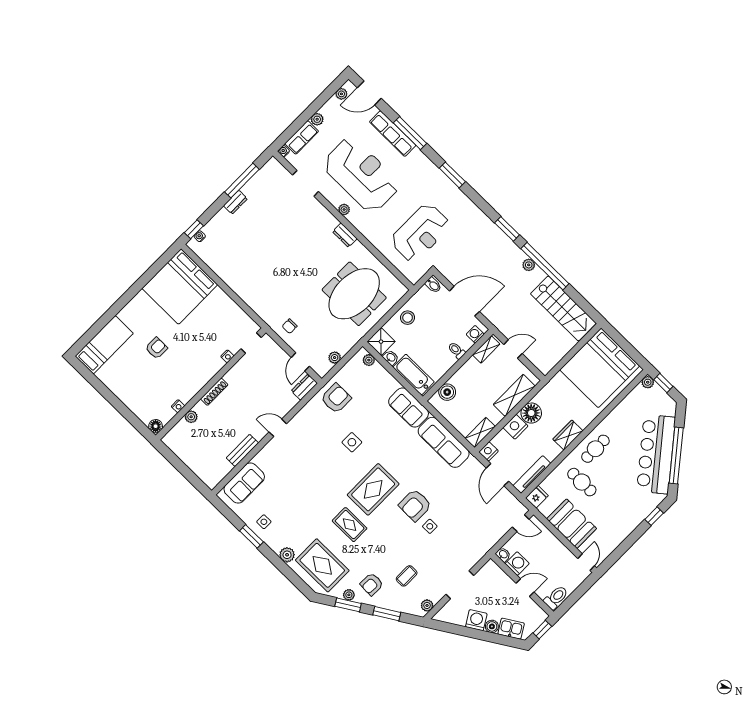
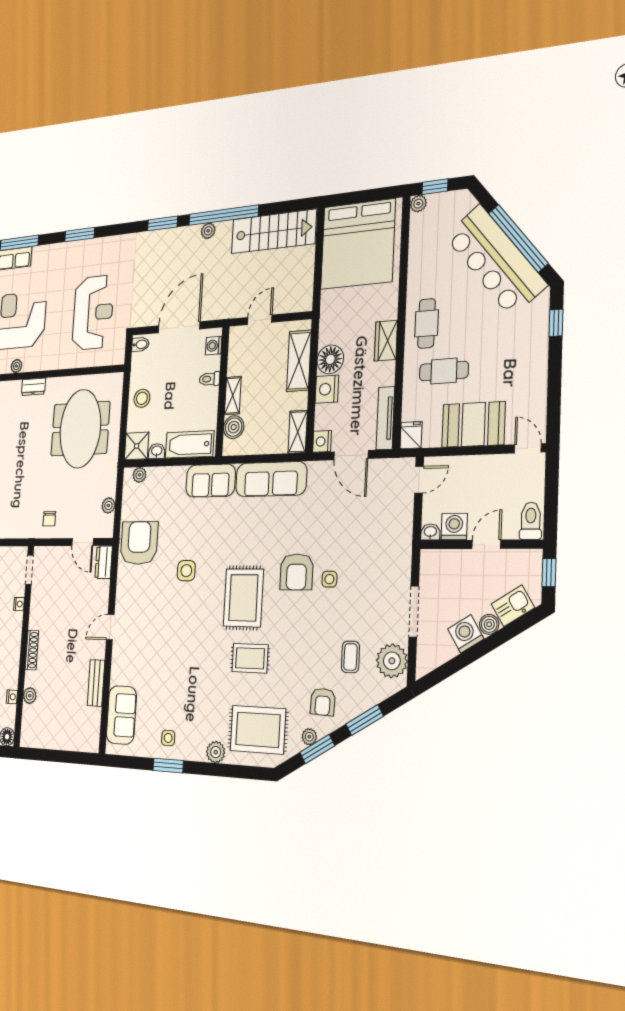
shelving: (486, 349) -> (233, 395), moved
armchair: (336, 398) -> (139, 543), width x1.36, depth x1.36
plant: (427, 605) -> (392, 661), width x1.88, depth x1.88

